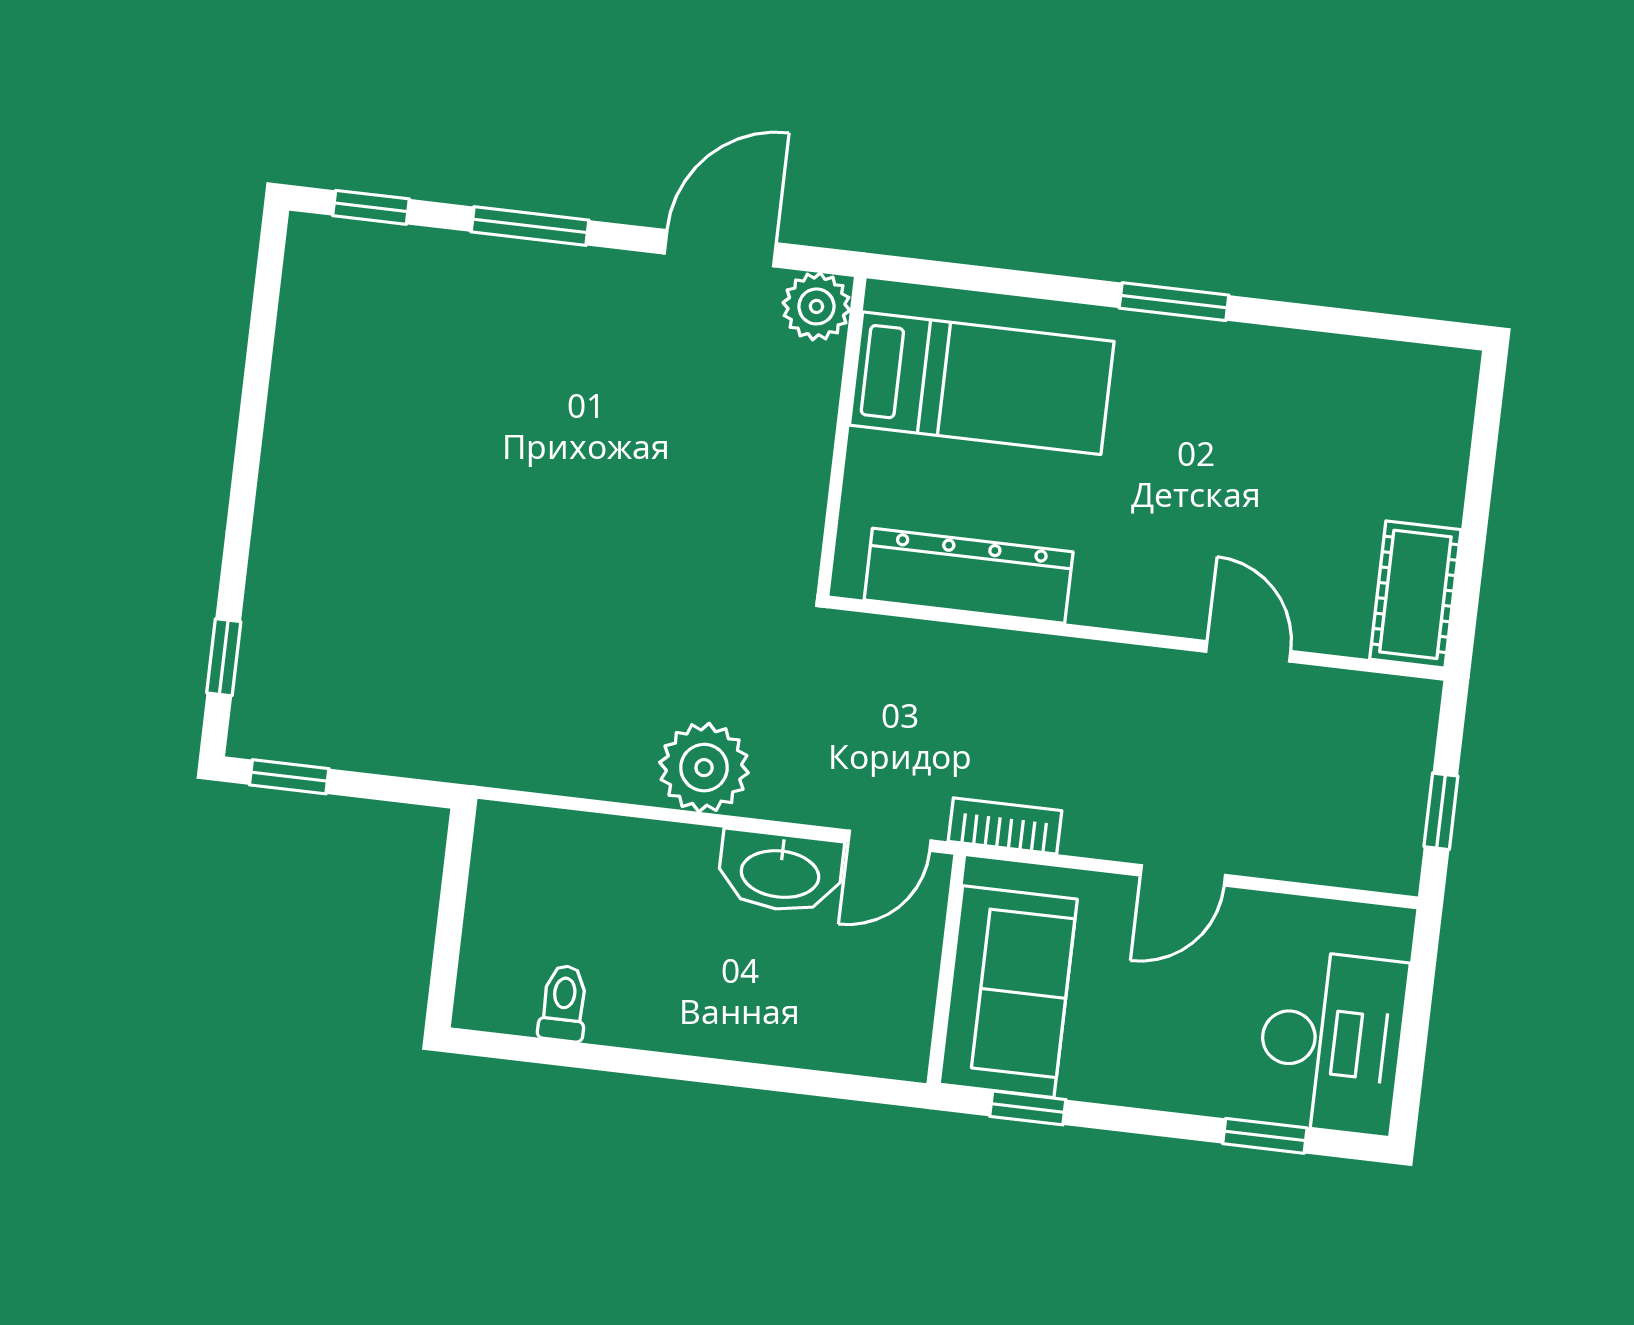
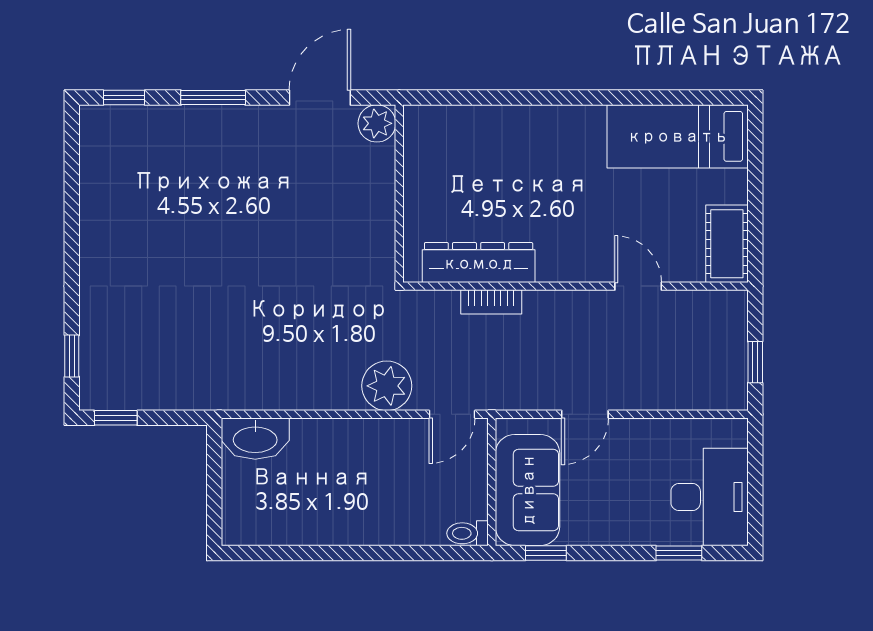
window: (1174, 302) -> (574, 98), removed
bed: (982, 383) -> (678, 136), moved, turned 180
plant: (704, 768) -> (387, 386), moved
bookcase: (1005, 826) -> (491, 302), moved, turned 180
washbasin: (780, 872) -> (255, 439), moved
door: (1183, 875) -> (585, 414), moved
toilet: (564, 1003) -> (468, 533), moved, turned -90

